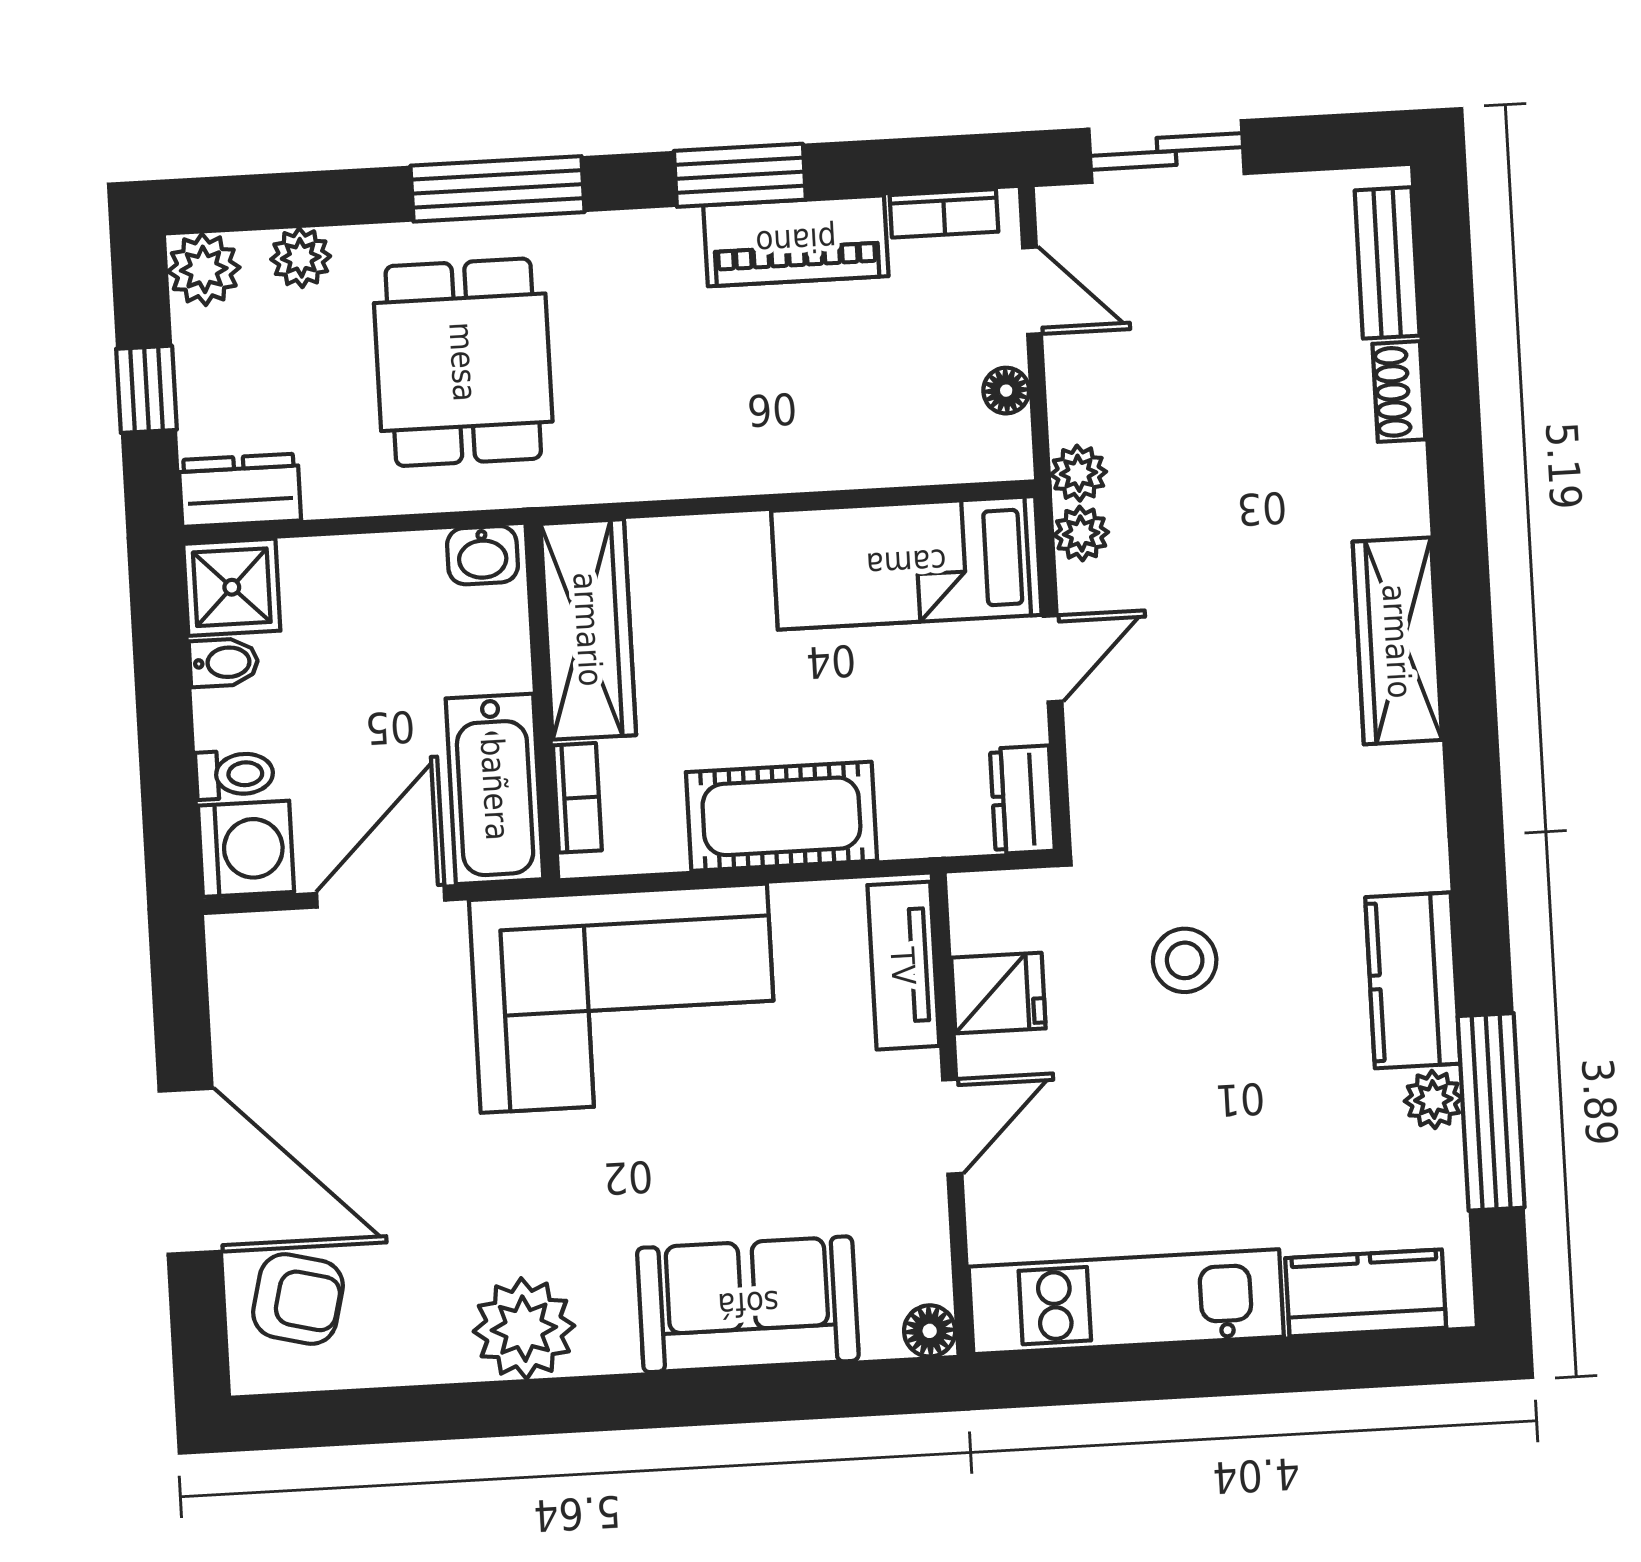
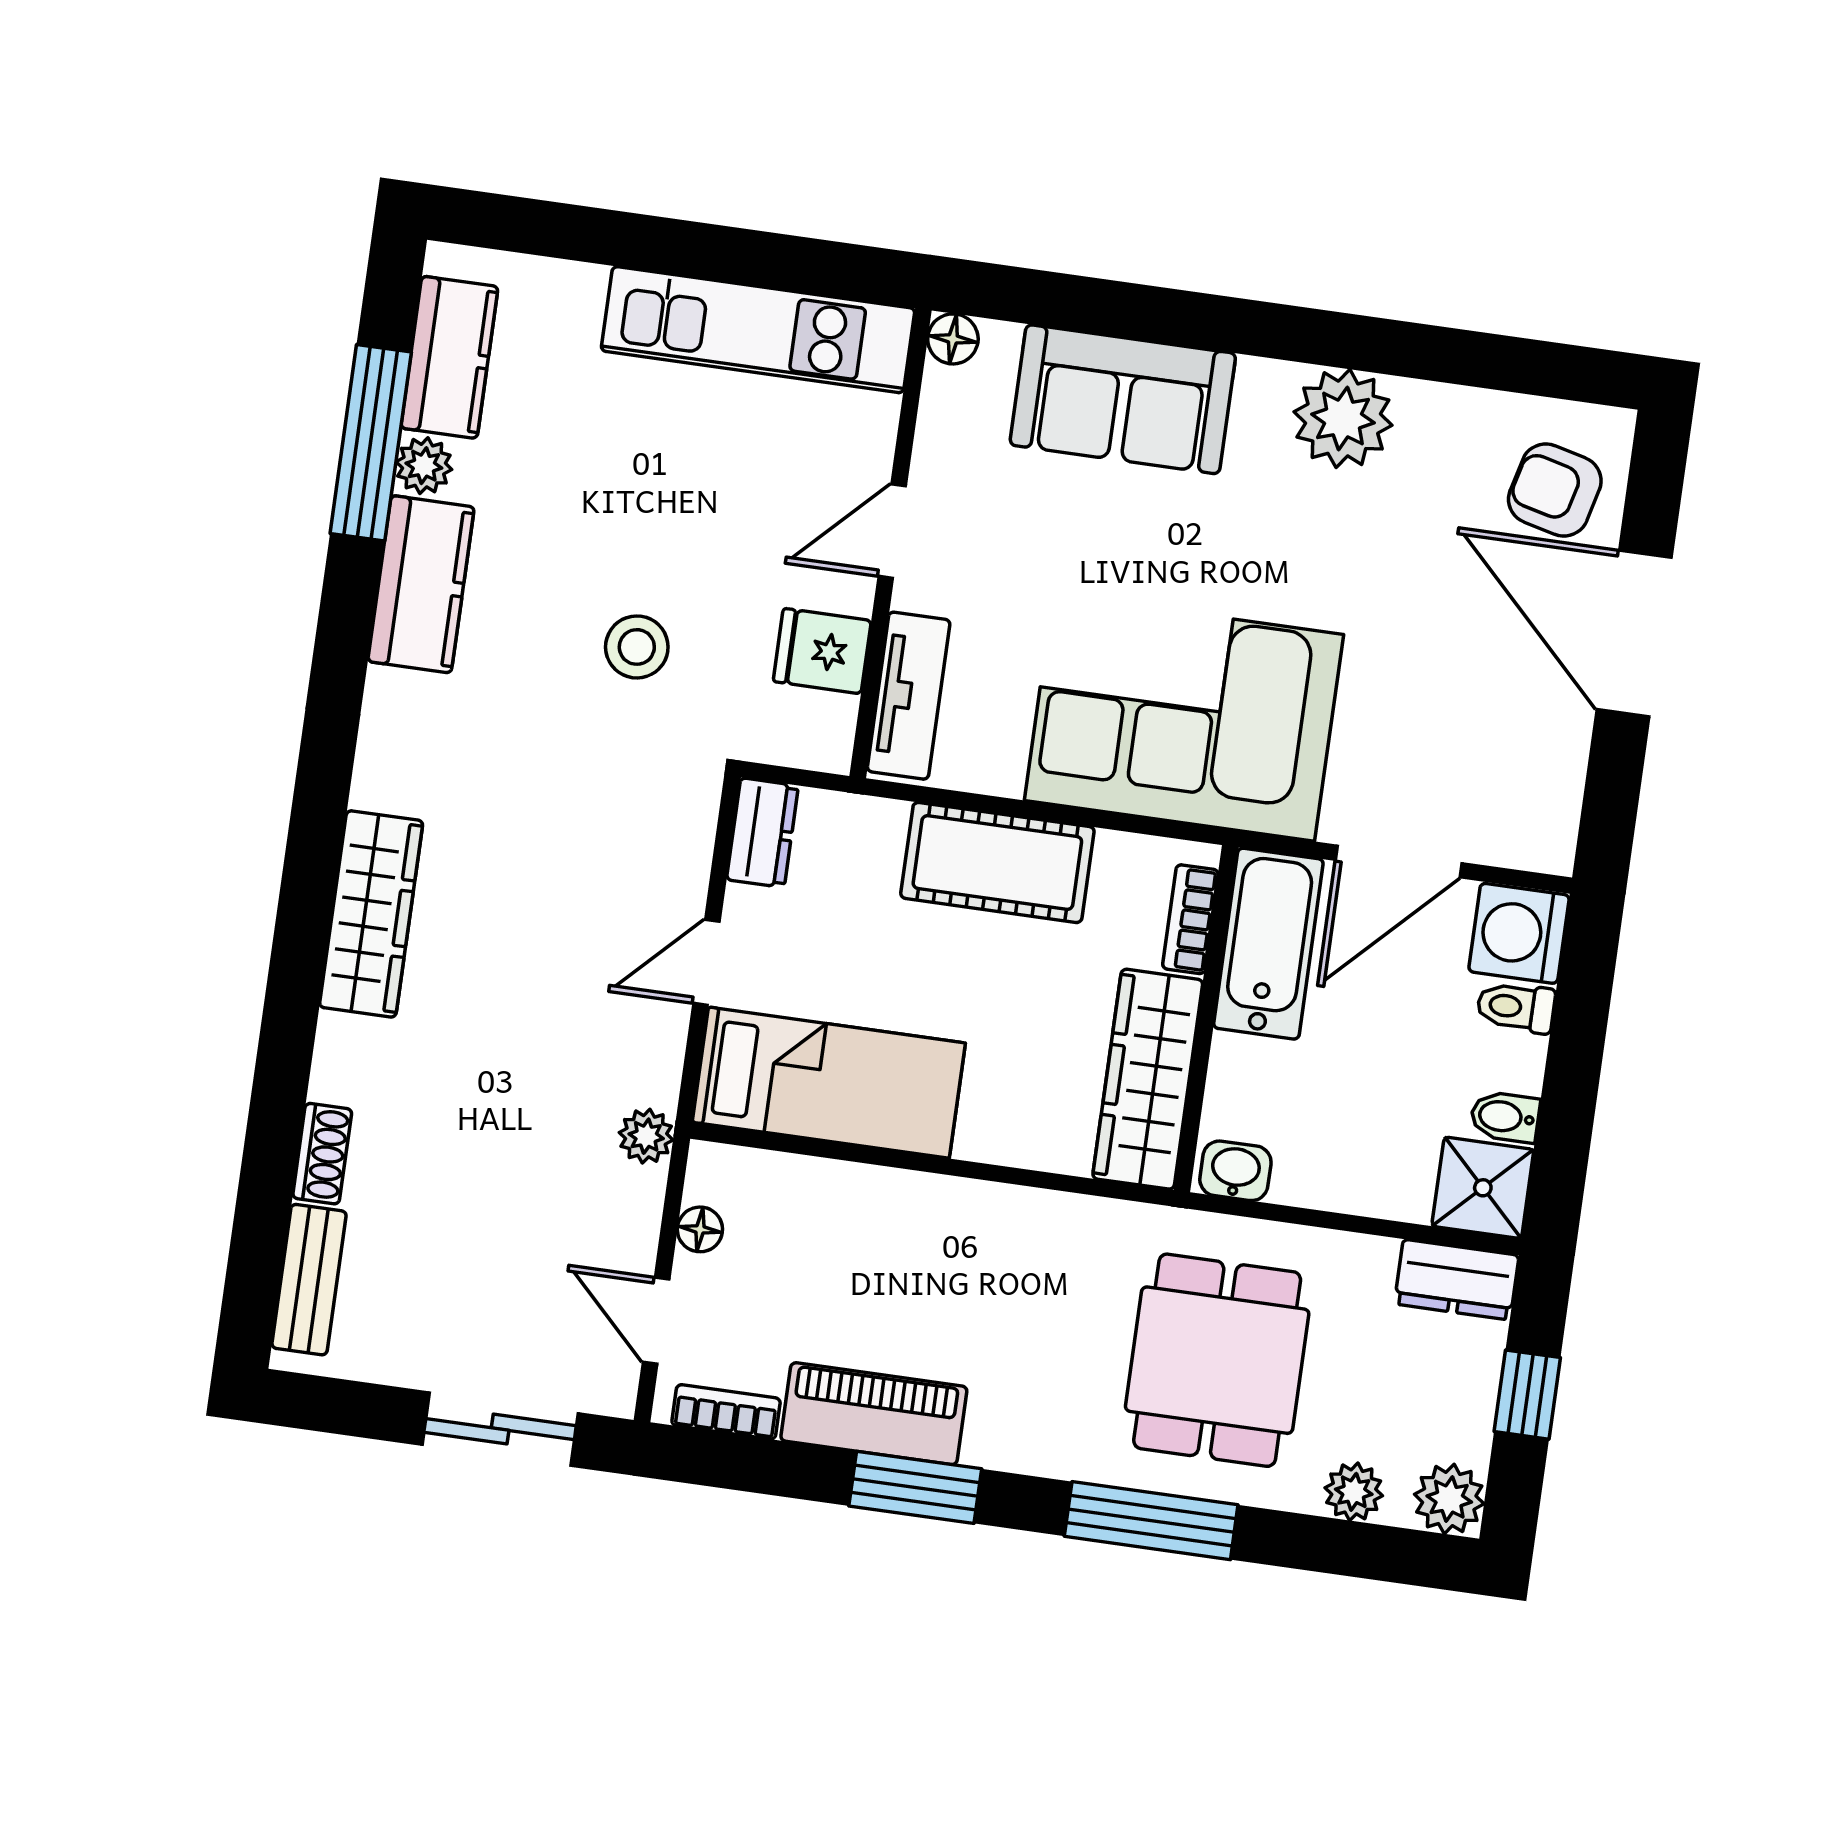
plant: (1081, 534) -> (655, 1078), removed
kitchen counter: (1366, 1293) -> (449, 357), moved, turned -90

